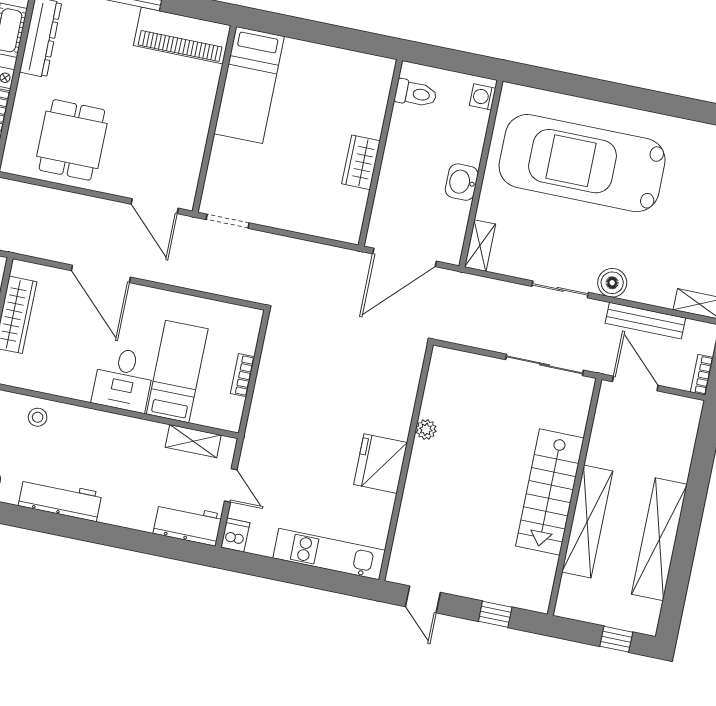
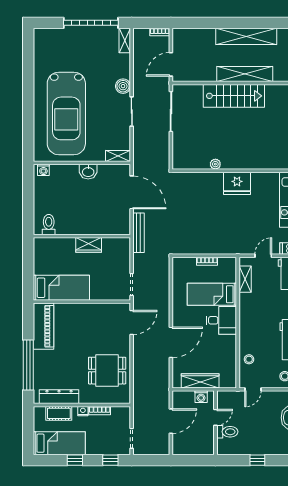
toilet: (416, 94) -> (49, 225), moved
wall: (380, 153) -> (82, 236), moved
wardrobe: (361, 162) -> (89, 245), moved
bench: (645, 321) -> (139, 233), moved

